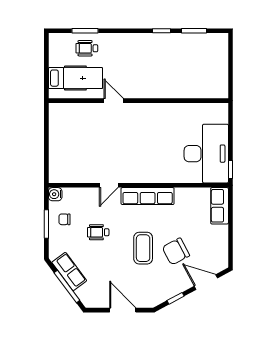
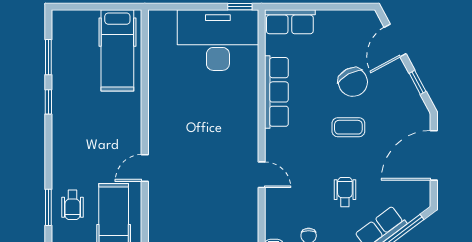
hospital bed: (199, 81) -> (117, 50), added
row of seats: (148, 196) -> (276, 92), moved
wheelchair: (98, 232) -> (345, 192), moved, turned 180
coffee table: (143, 248) -> (348, 127), width x0.73, depth x0.77
door: (123, 310) -> (434, 155), width x1.36

